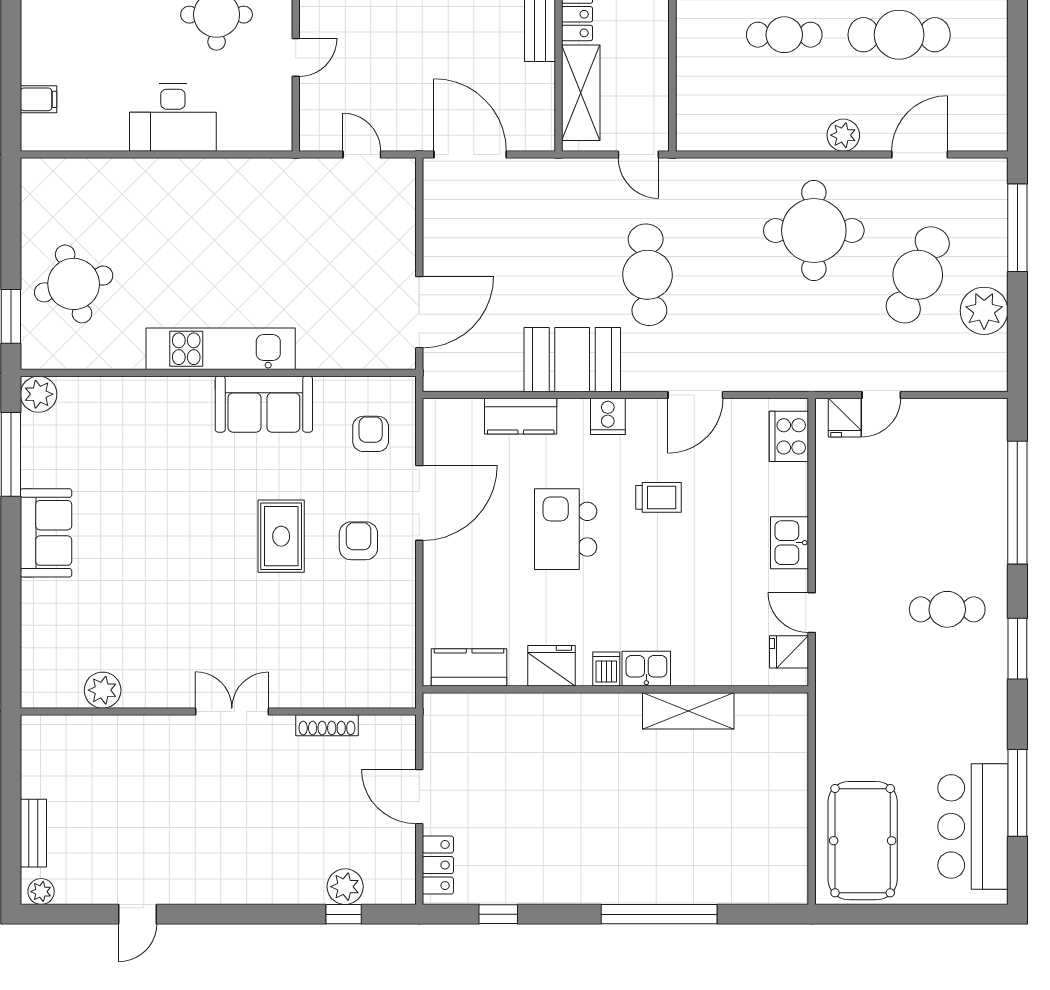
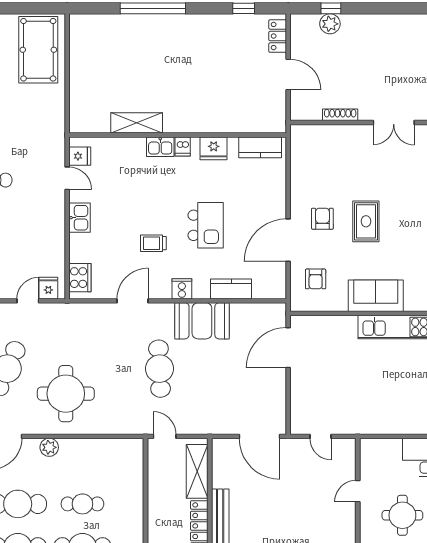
armchair: (358, 541) -> (322, 219), turned 180

